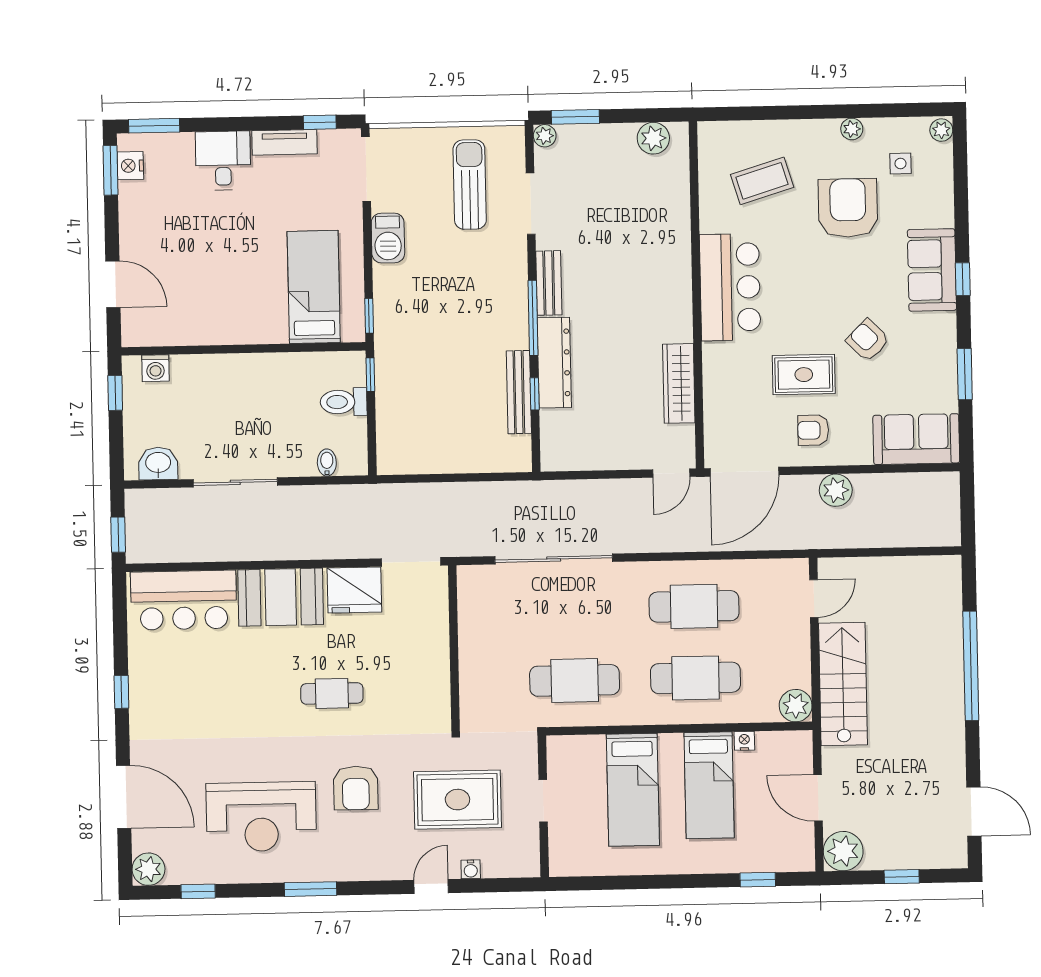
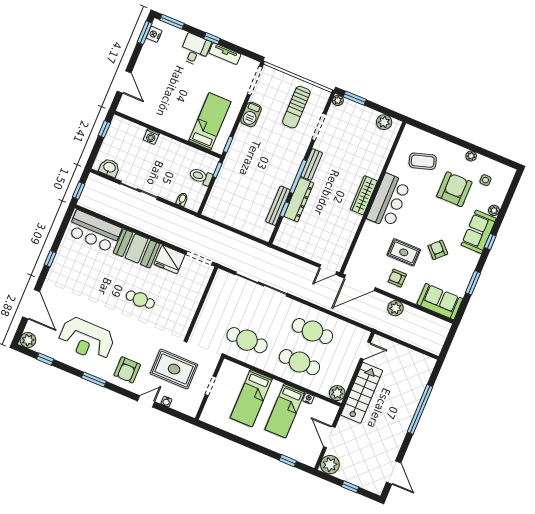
window: (320, 122) -> (212, 38), moved
plant: (941, 130) -> (494, 210), moved
sun lounger: (470, 185) -> (296, 107), turned 180
washing machine: (155, 368) -> (151, 137), moved
wardrobe: (679, 383) -> (364, 195), moved
armchair: (356, 788) -> (127, 370), moved

